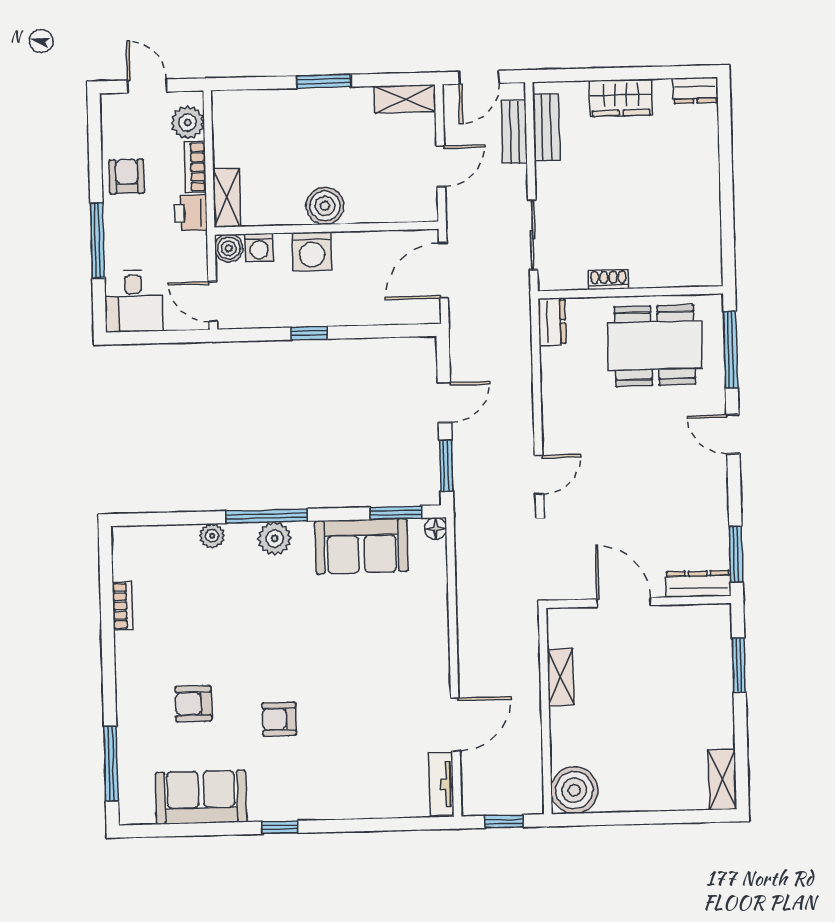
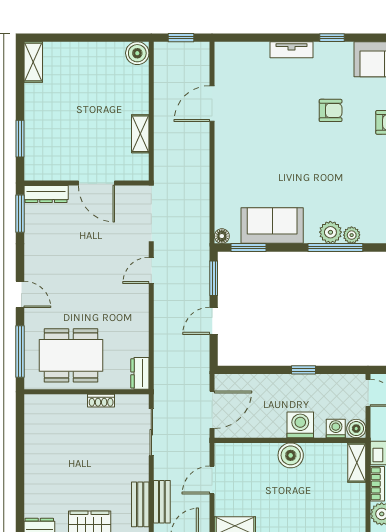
plant: (212, 536) -> (352, 235), moved
tv unit: (441, 784) -> (291, 50), moved, turned 90
boiler: (574, 790) -> (137, 53), width x0.73, depth x0.73

